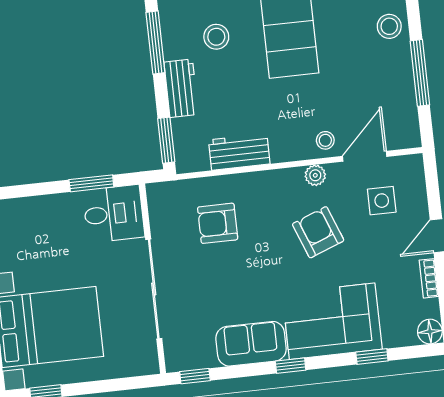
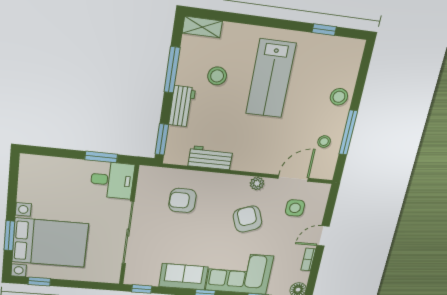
stool: (325, 140) -> (324, 142), moved

